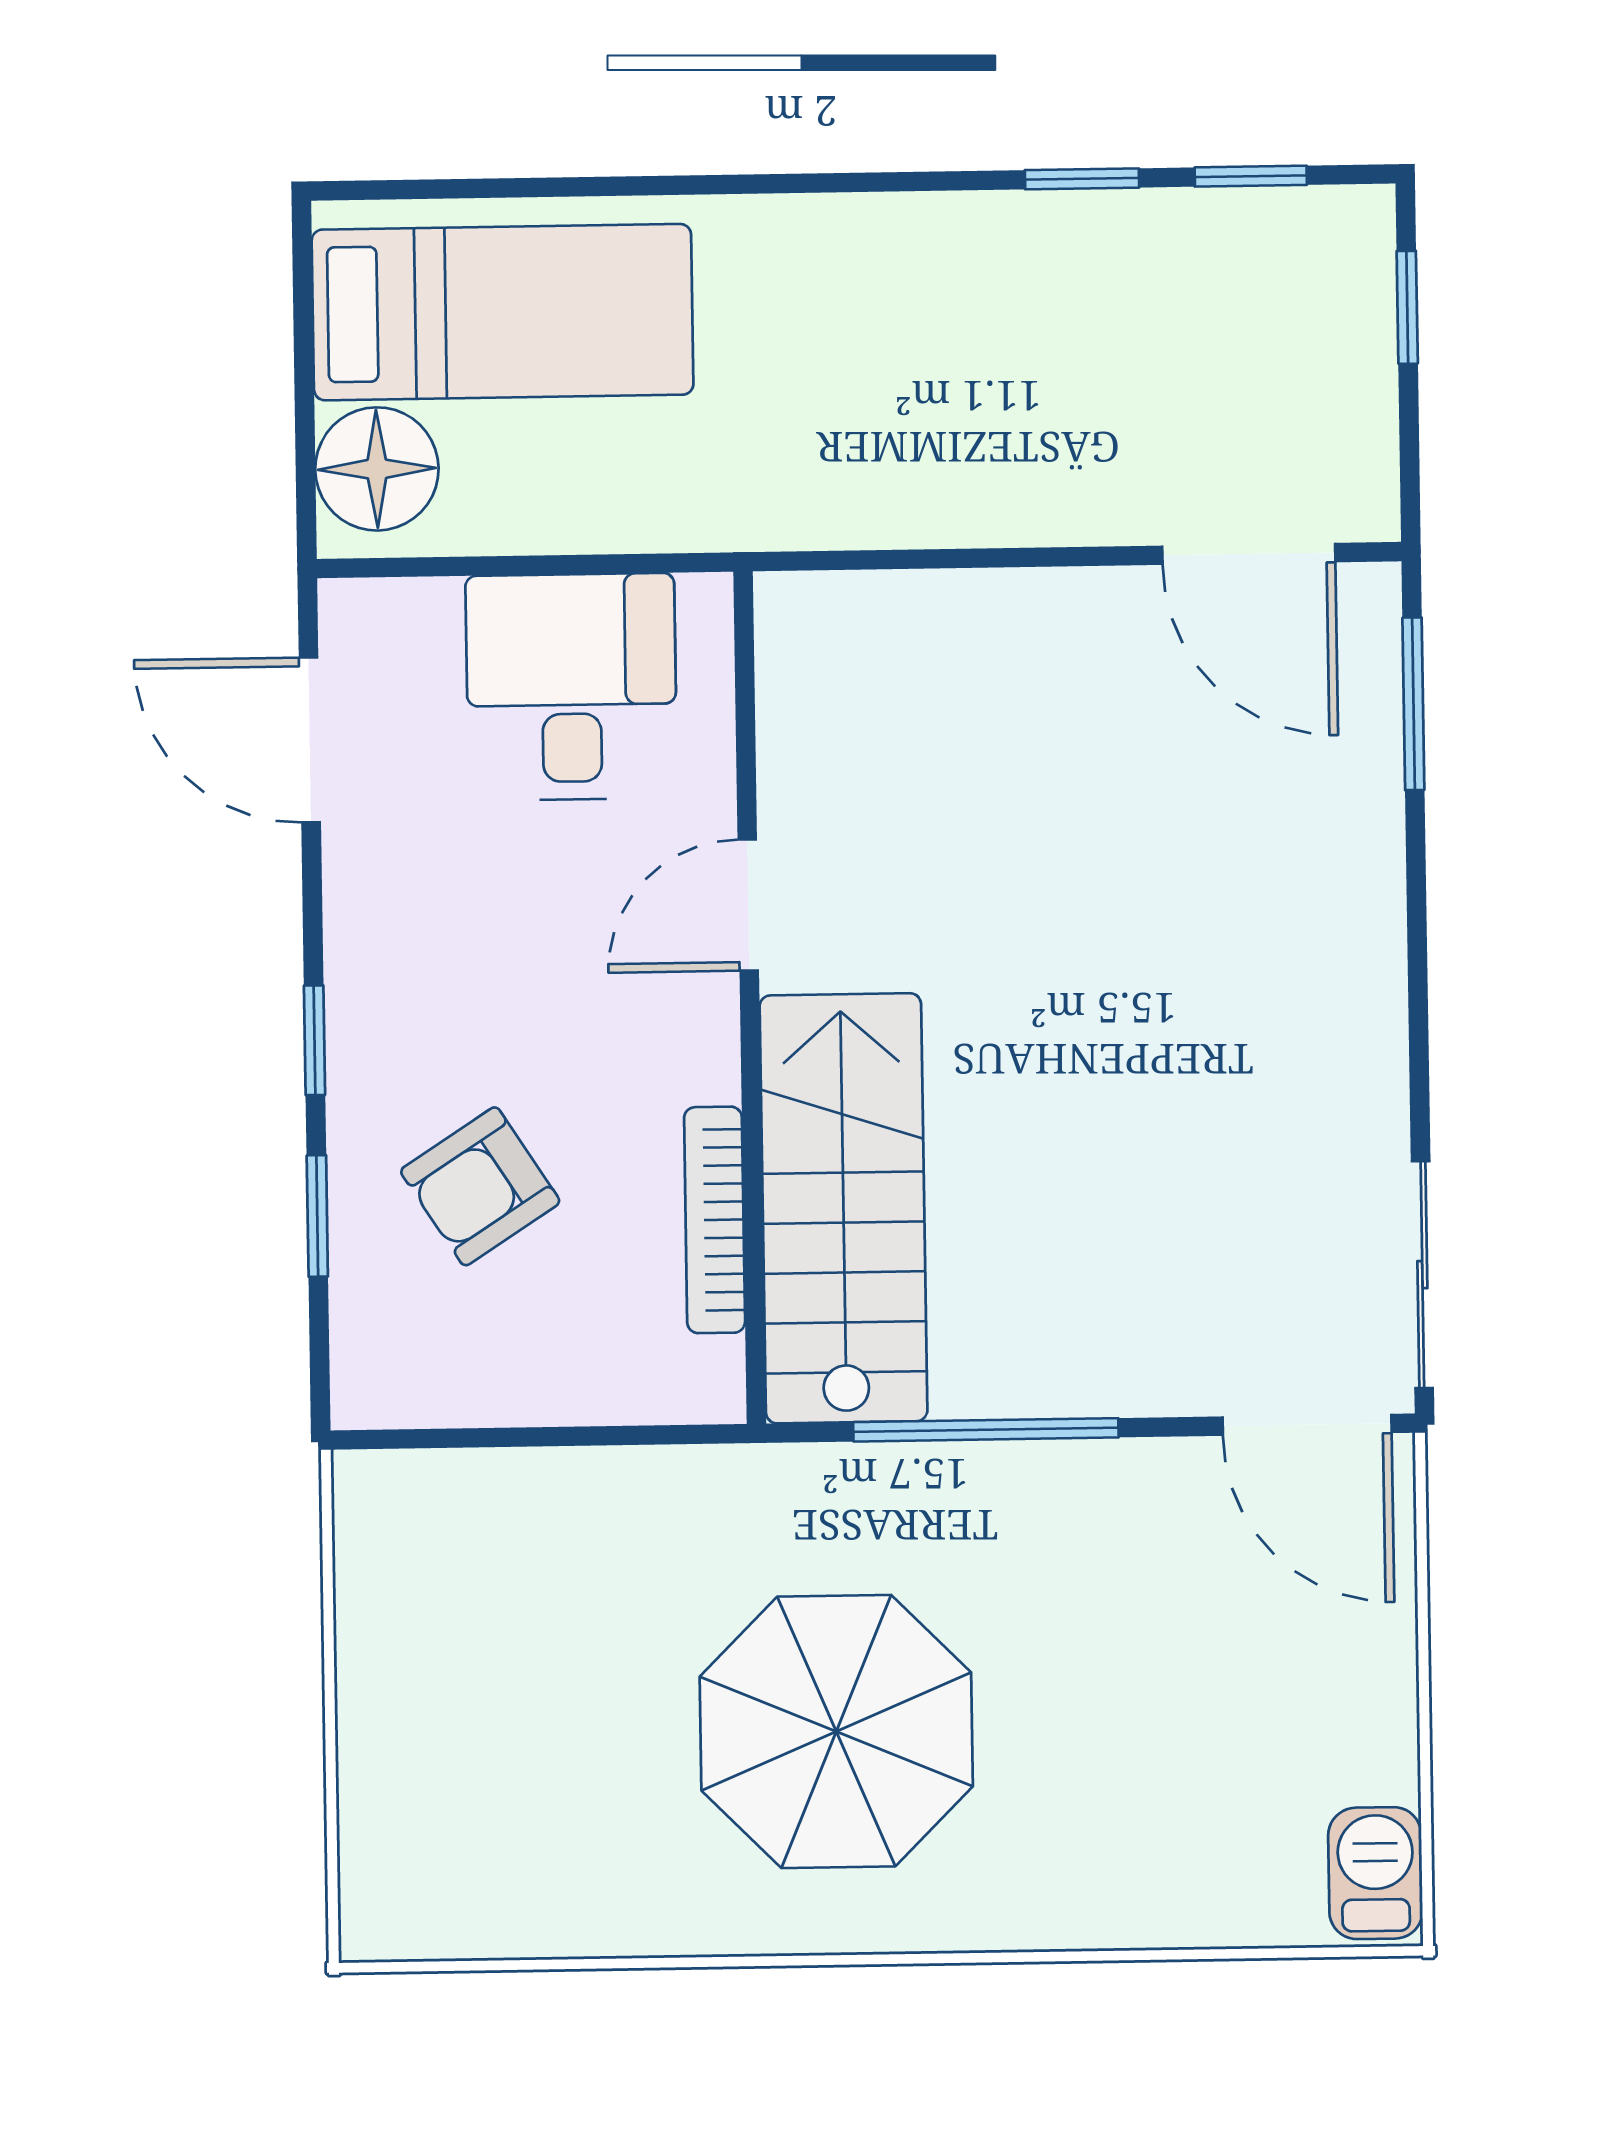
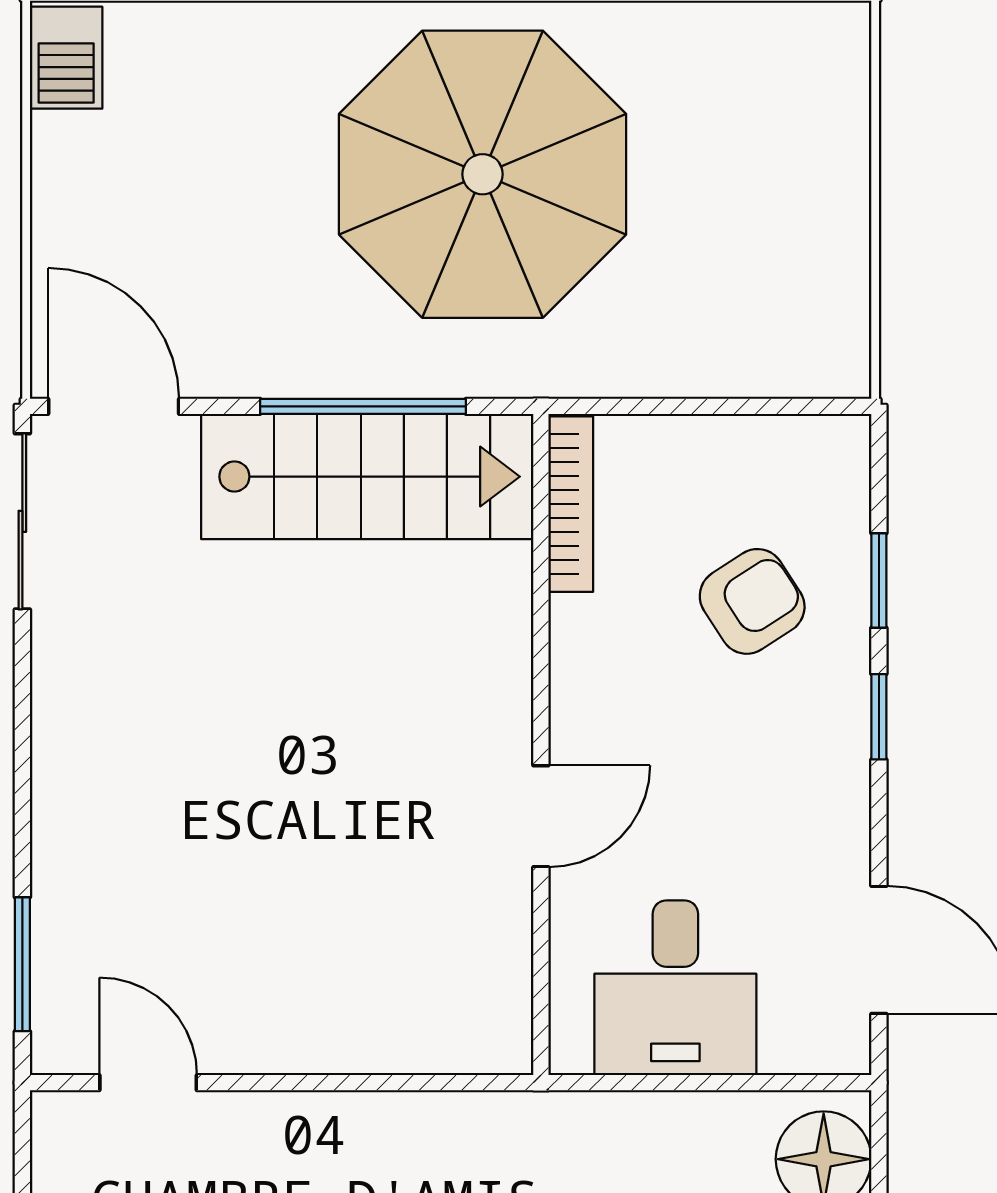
door: (1249, 554) -> (148, 1083), width x0.73
stairs: (843, 1208) -> (367, 477), moved, turned -90
bookcase: (715, 1220) -> (571, 504), moved
parasol: (836, 1731) -> (483, 174), width x1.36, depth x1.36

